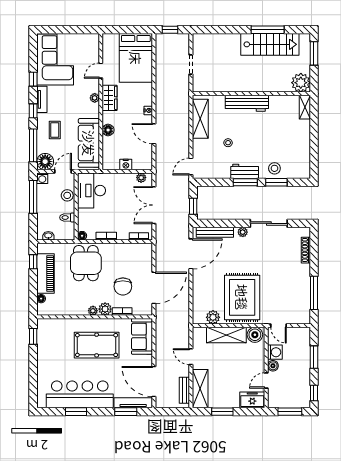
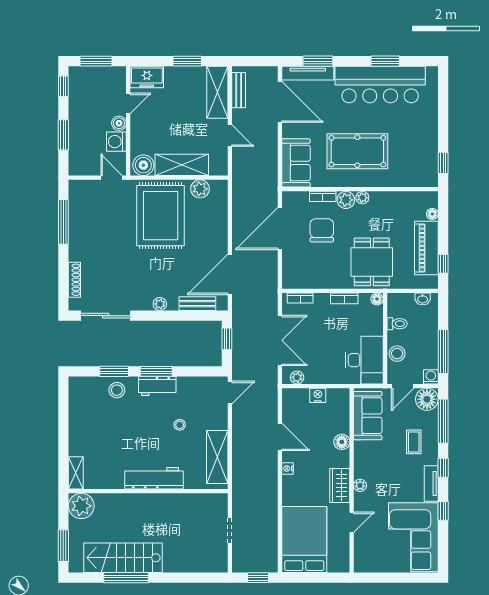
sofa: (89, 143) -> (368, 416), width x0.73
sliding door: (269, 223) -> (106, 316), moved
bench: (215, 232) -> (197, 304), width x0.73

